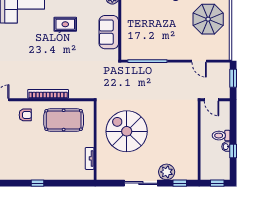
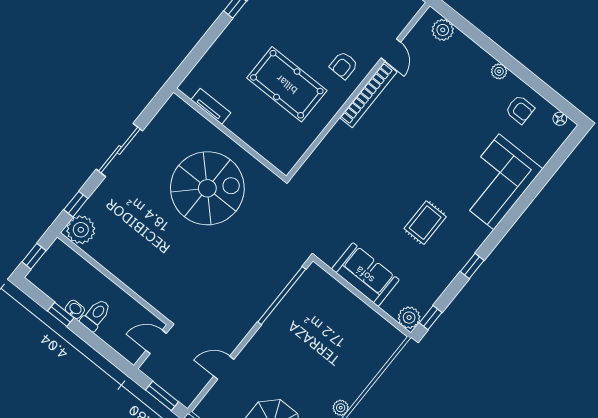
bookcase: (48, 94) -> (368, 95), moved
pool table: (64, 120) -> (287, 84), moved, turned 90
plant: (167, 172) -> (81, 230), moved

